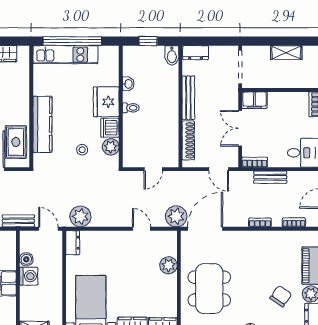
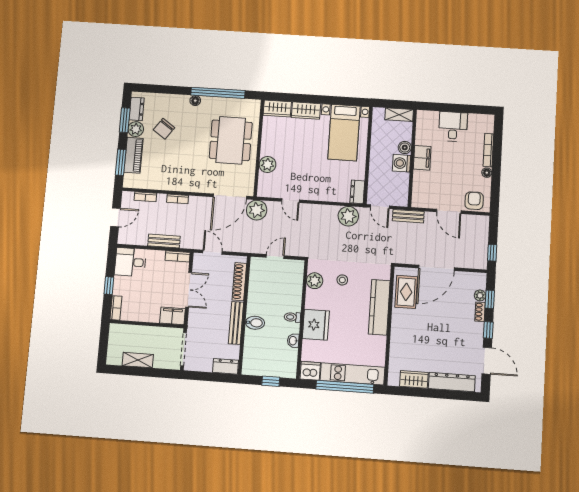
bidet: (172, 55) -> (255, 323), moved, turned 90
dishwasher: (110, 128) -> (310, 371), moved, turned -90
boiler: (26, 259) -> (405, 148), moved

